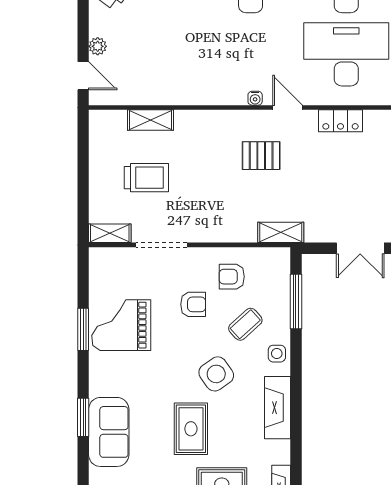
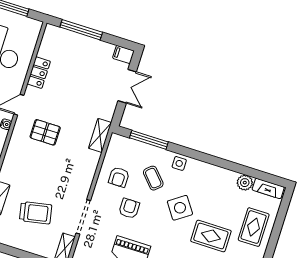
pallet: (261, 156) -> (45, 132), turned 90
trolley: (146, 178) -> (36, 213), turned 79
fireplace: (278, 408) -> (215, 174), removed
plant: (279, 452) -> (245, 183), added

